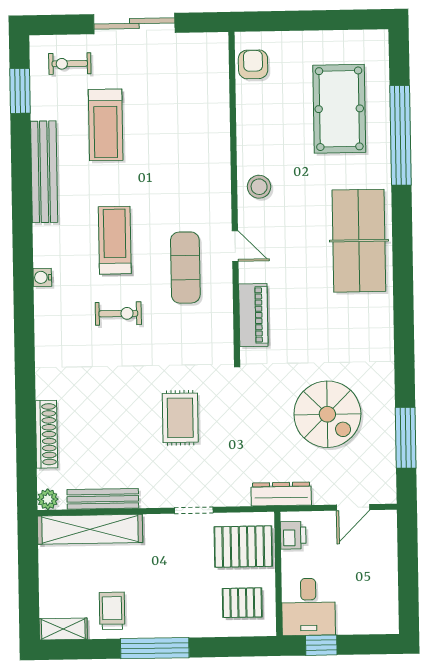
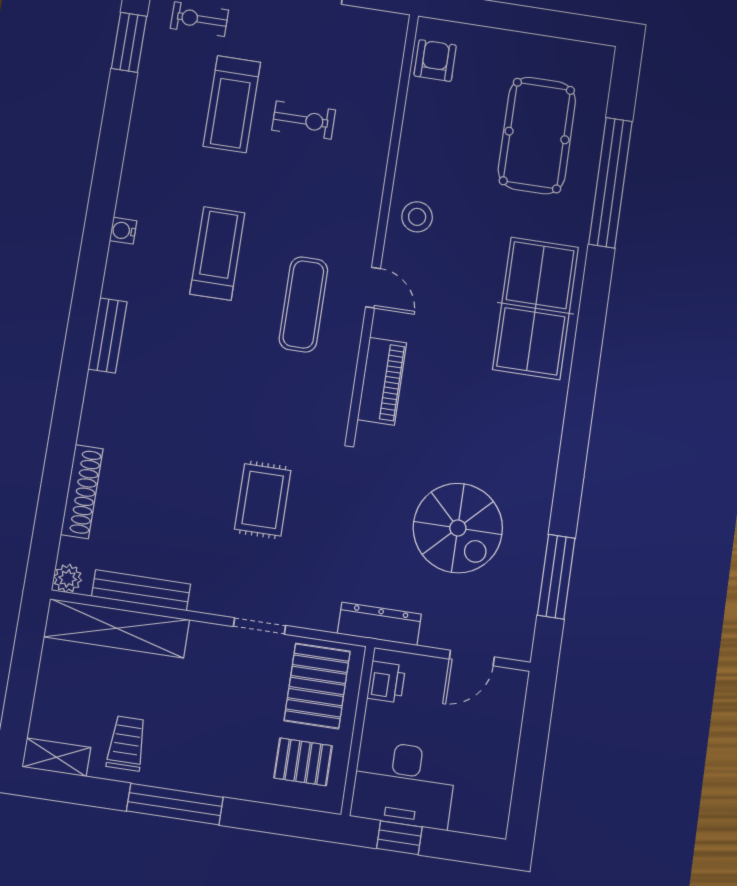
bench: (44, 172) -> (108, 335), moved, width x0.54, depth x0.82
water cooler: (42, 277) -> (123, 231), moved
exercise bike: (118, 314) -> (304, 120), moved
pallet: (243, 547) -> (317, 686), turned 90
desk: (308, 607) -> (404, 784), width x1.37

